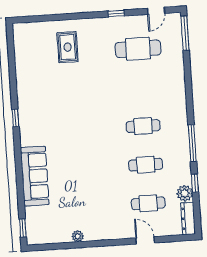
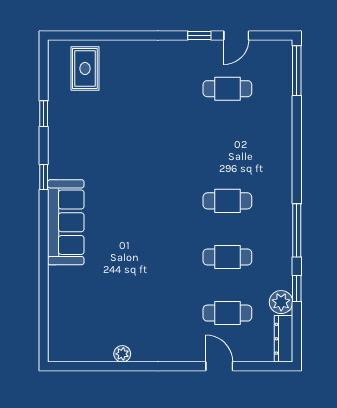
door: (156, 11) -> (236, 35), moved
rug: (68, 47) -> (85, 68), moved
cafe table: (138, 49) -> (227, 89), width x0.73, depth x0.74
sofa: (35, 176) -> (66, 222), moved
window: (23, 228) -> (44, 114), moved

